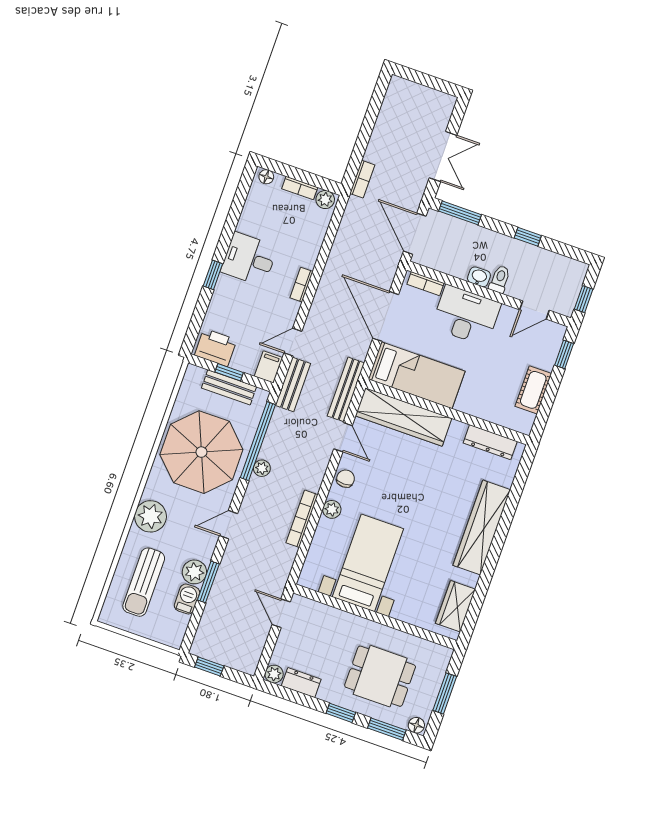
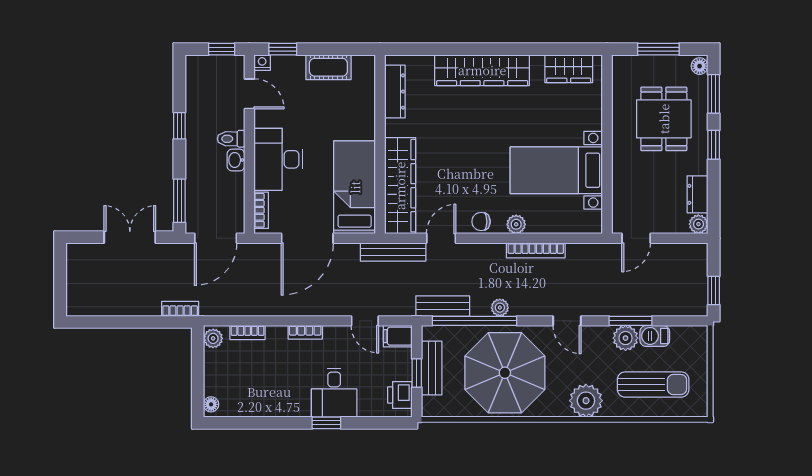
bookcase: (300, 188) -> (248, 332), moved, turned 90
desk: (249, 259) -> (334, 393), moved
nightstand: (559, 331) -> (262, 63), added
printer: (216, 348) -> (400, 395), width x0.73, depth x0.81
bench: (293, 384) -> (443, 306), moved

